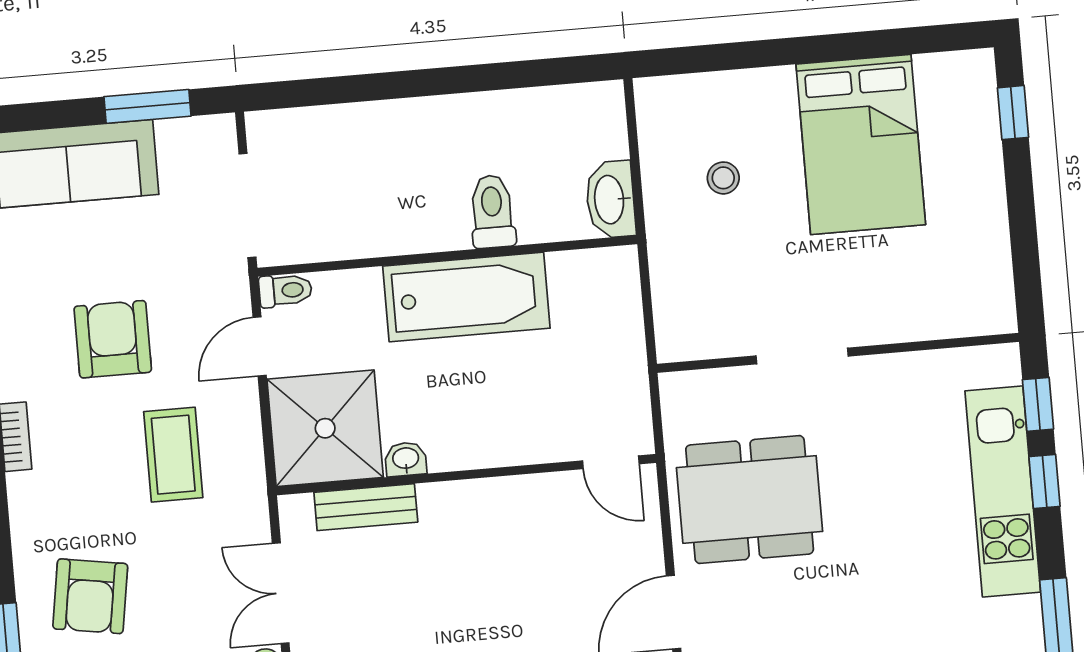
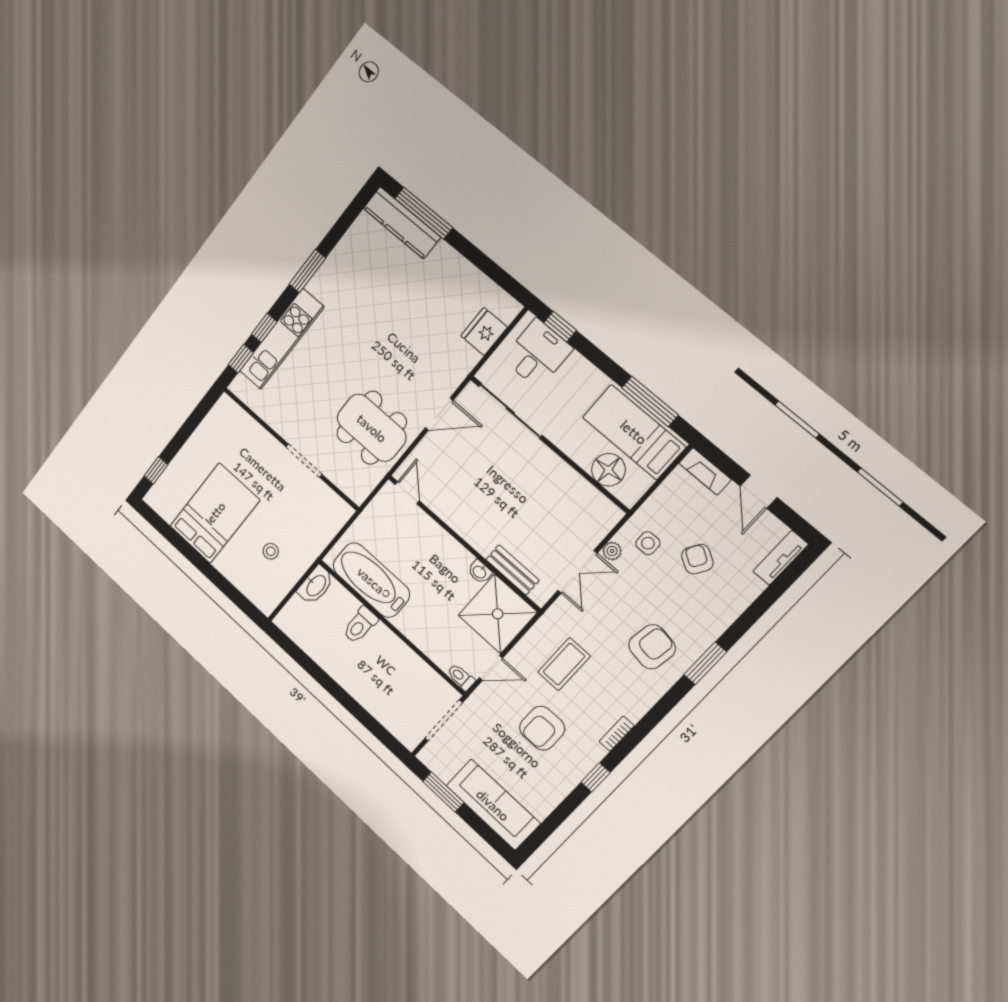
bathtub: (466, 297) -> (371, 580), moved

